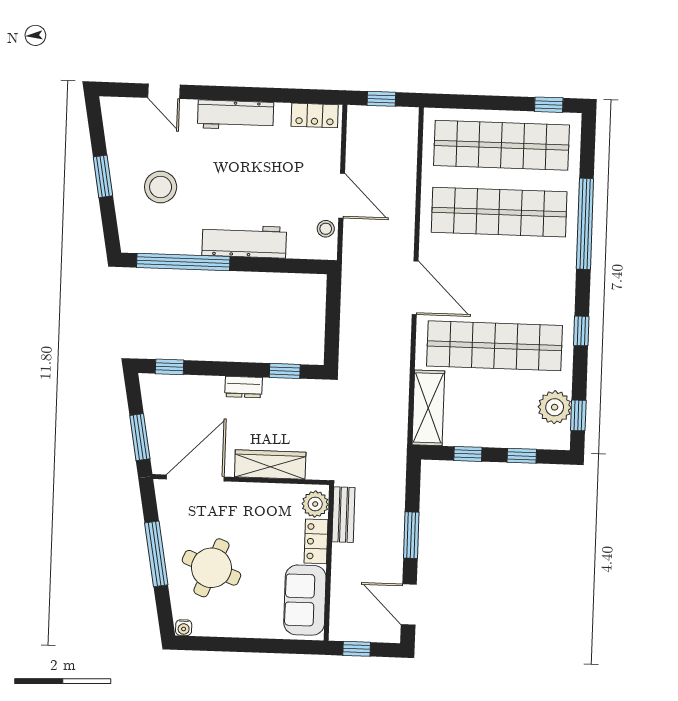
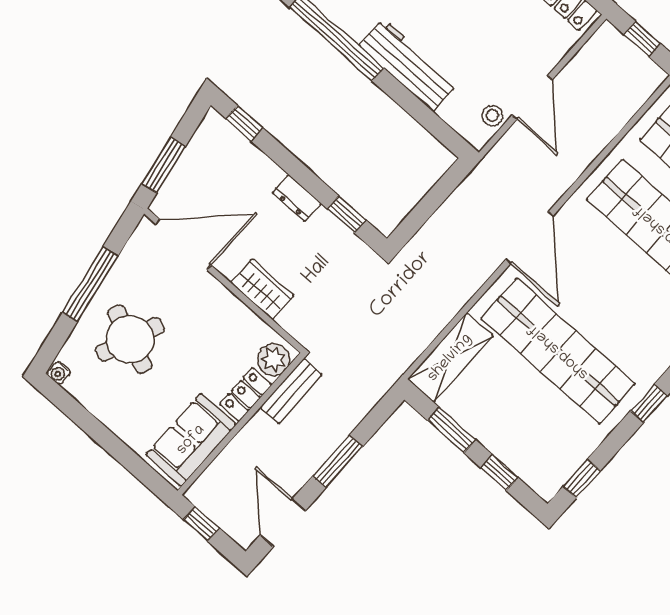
plant: (555, 407) -> (566, 453), removed
window: (468, 454) -> (451, 430), width x1.50
wardrobe: (270, 465) -> (262, 289), width x0.67

